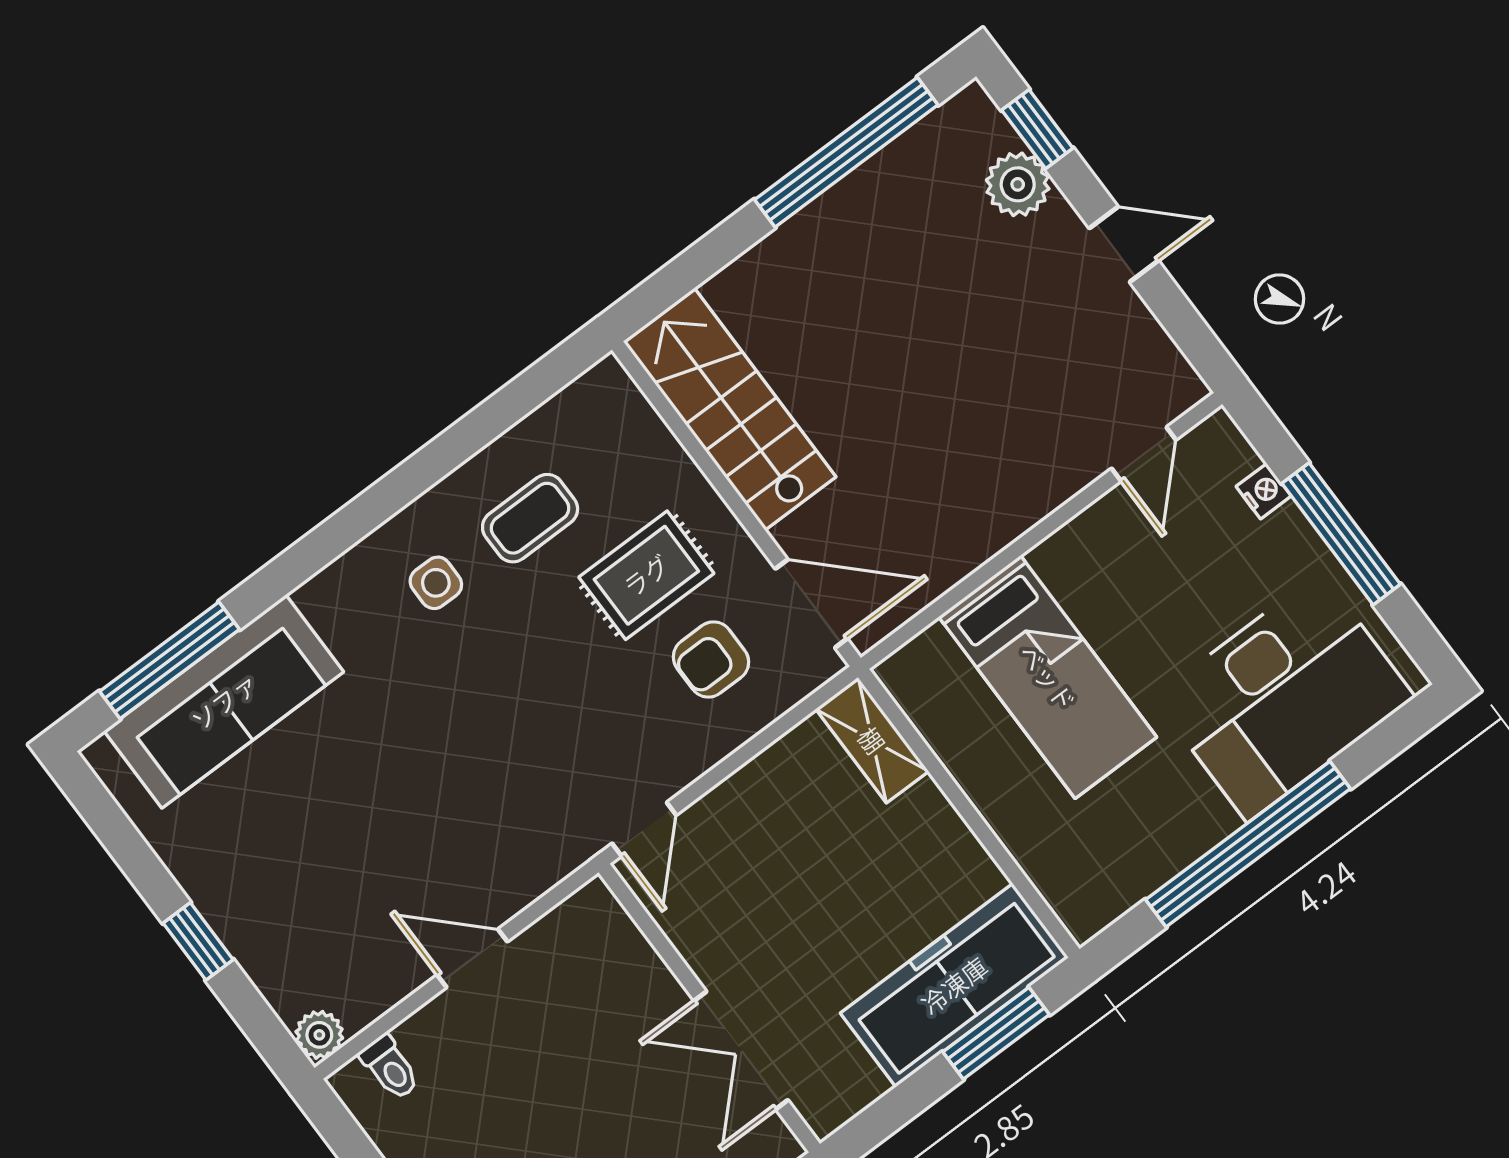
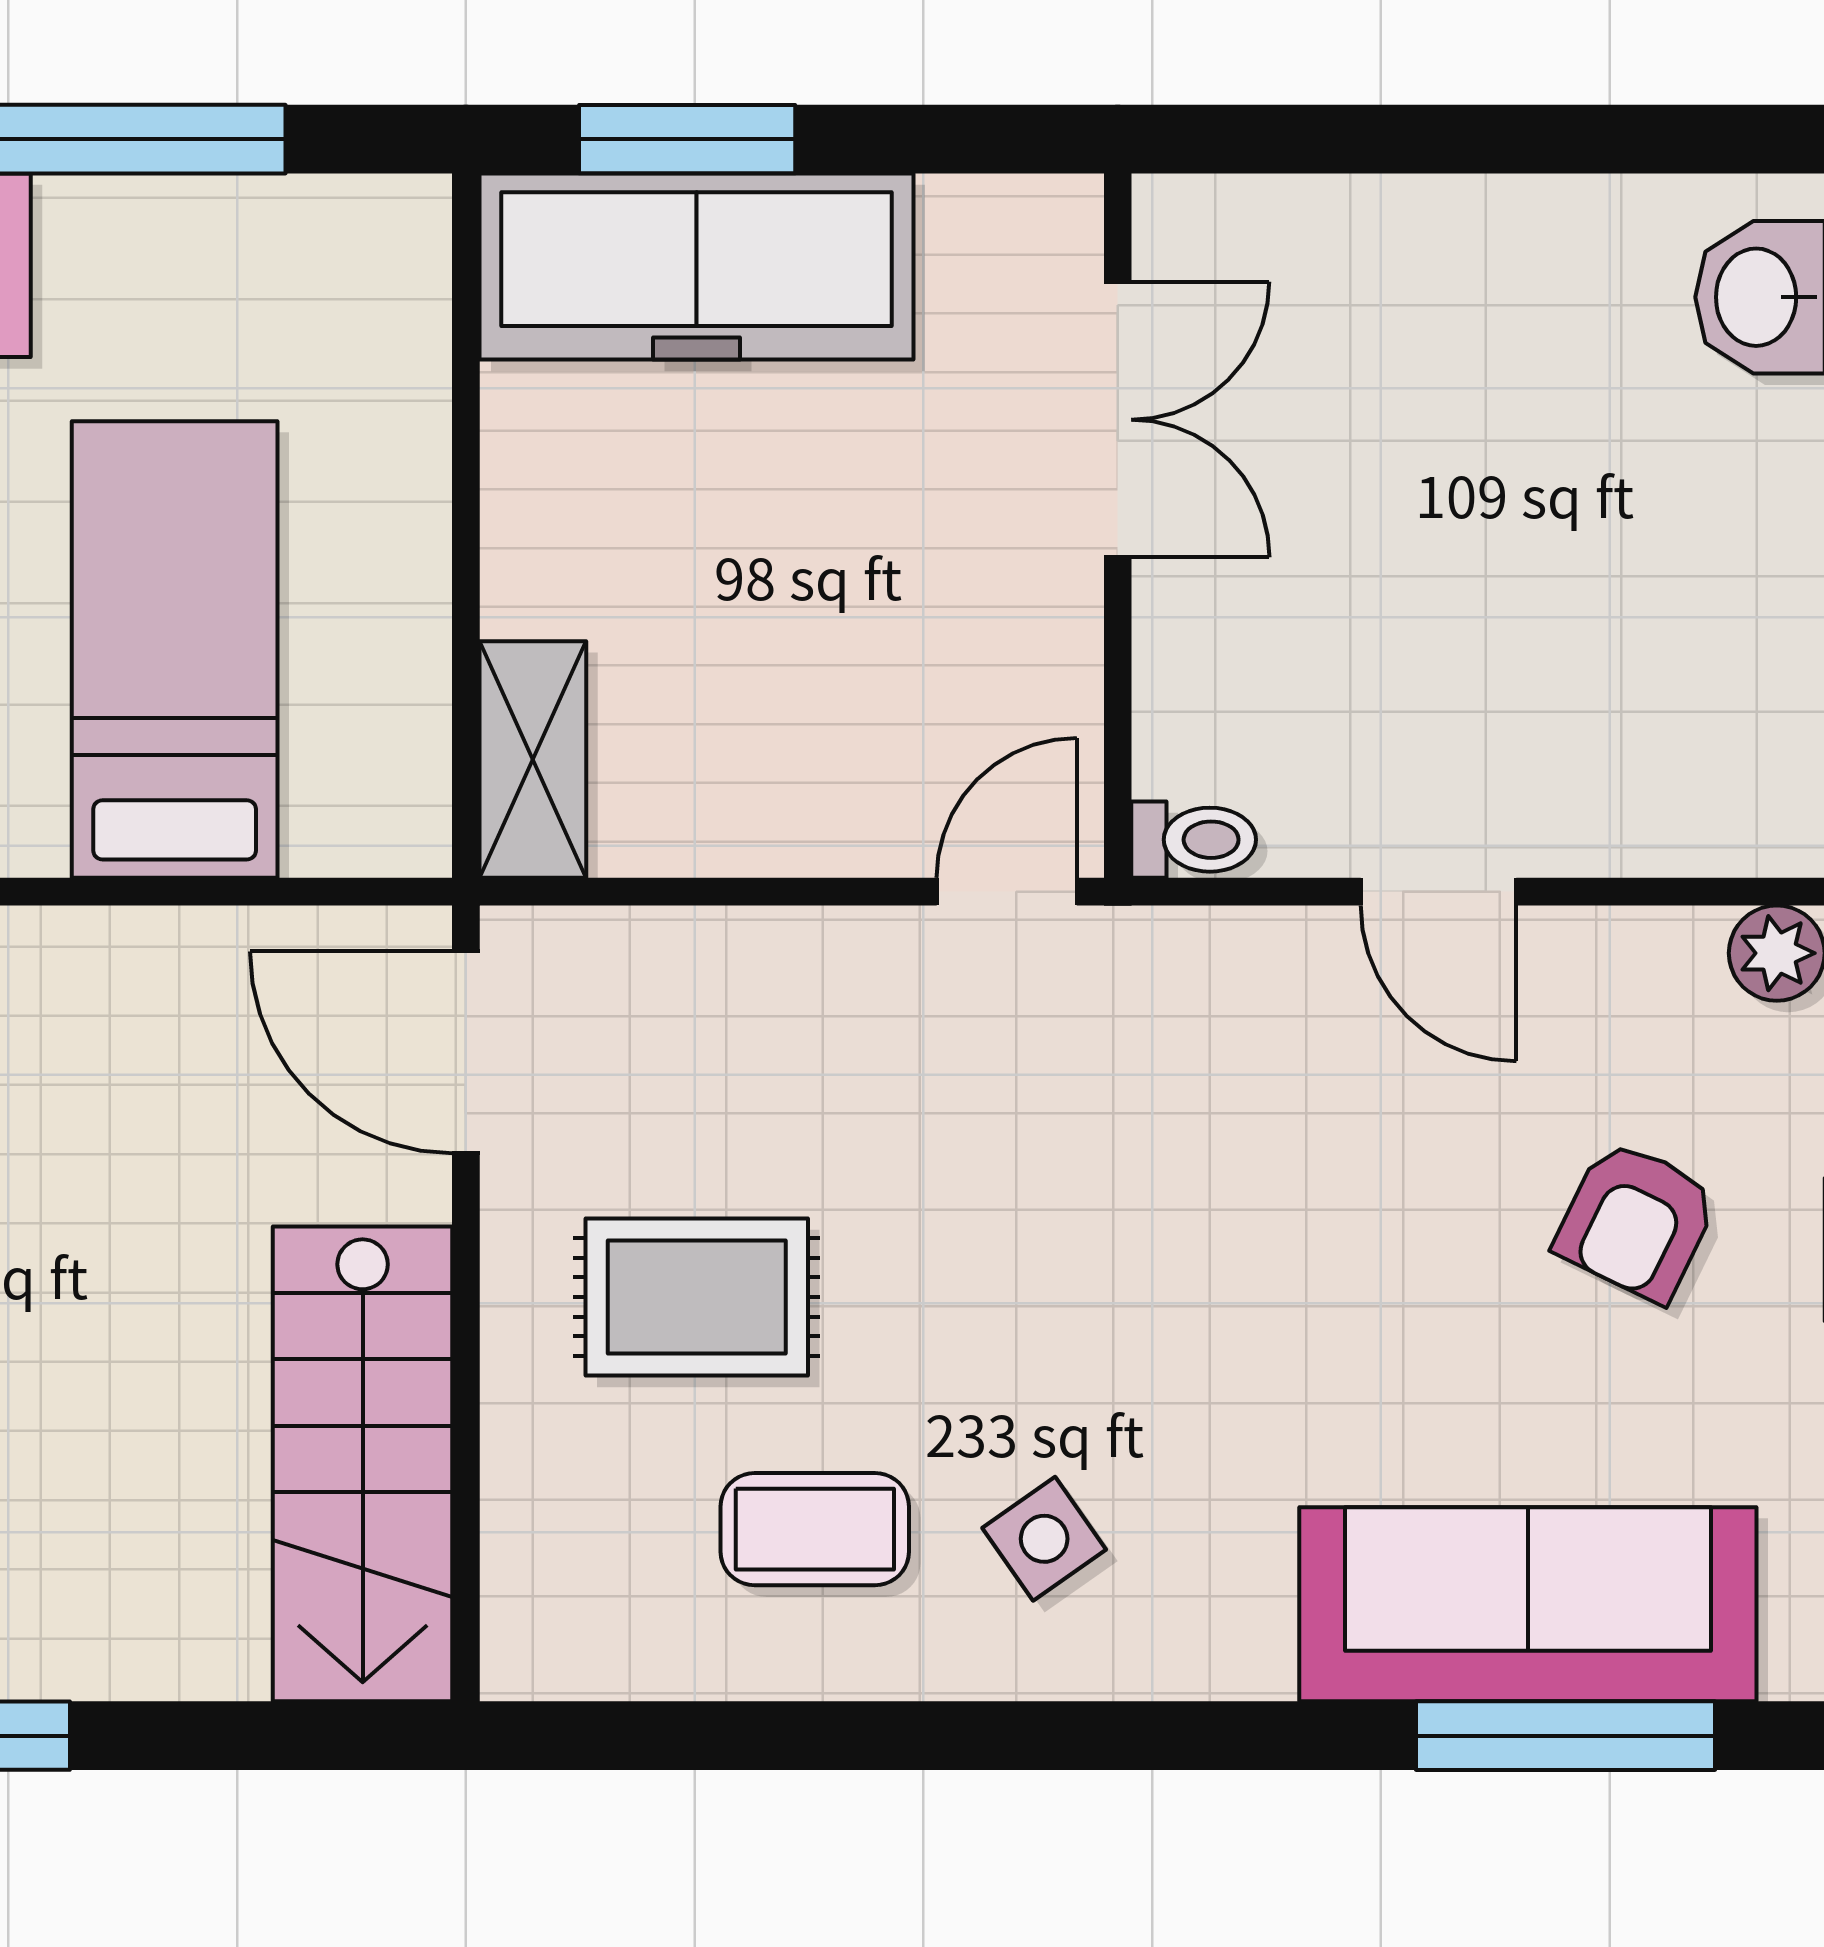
side table: (436, 583) -> (1044, 1539), turned -35
armchair: (711, 659) -> (1636, 1221), moved, turned 116
toilet: (390, 1067) -> (1194, 840), moved, turned 90

